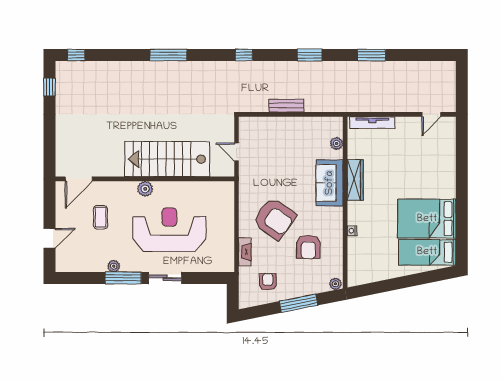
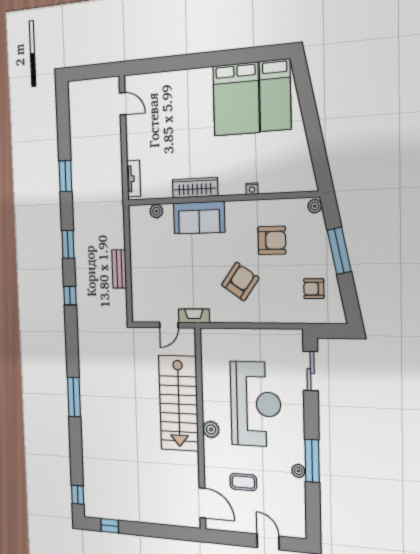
window: (244, 55) -> (70, 296), moved
tv unit: (372, 123) -> (134, 179), width x0.71
armchair: (274, 219) -> (240, 281), width x0.73, depth x0.73
reception desk: (169, 230) -> (256, 404), turned 180
fireplace: (245, 252) -> (194, 316), moved
sliding door: (165, 278) -> (311, 371), moved

